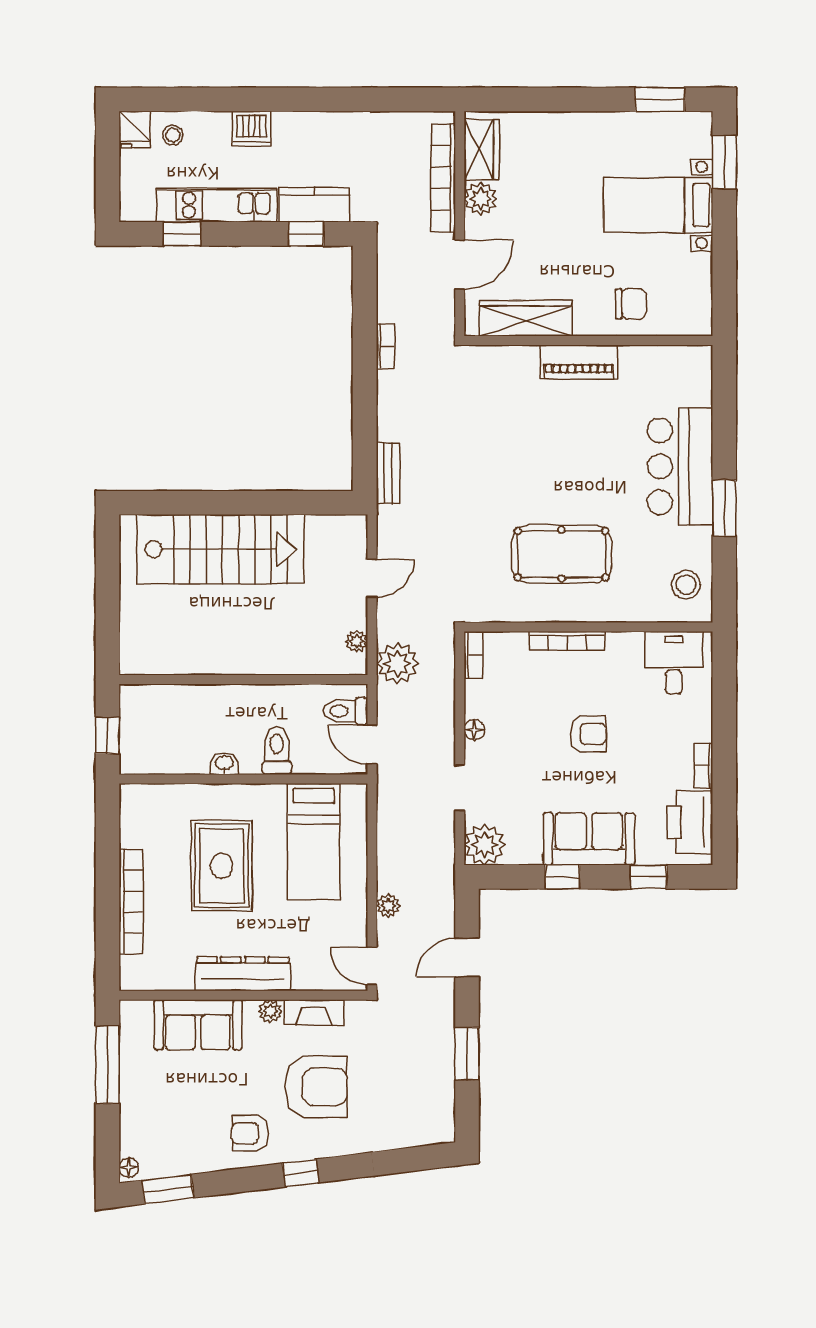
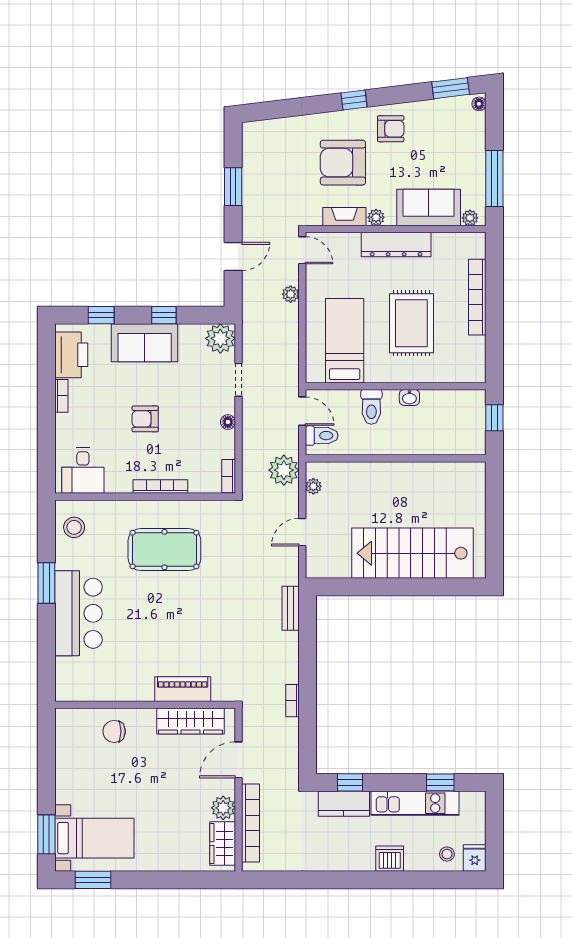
bed with nightstands: (658, 205) -> (94, 838), moved
piano: (579, 362) -> (183, 689), moved
plant: (141, 1011) -> (470, 218), added

